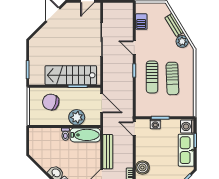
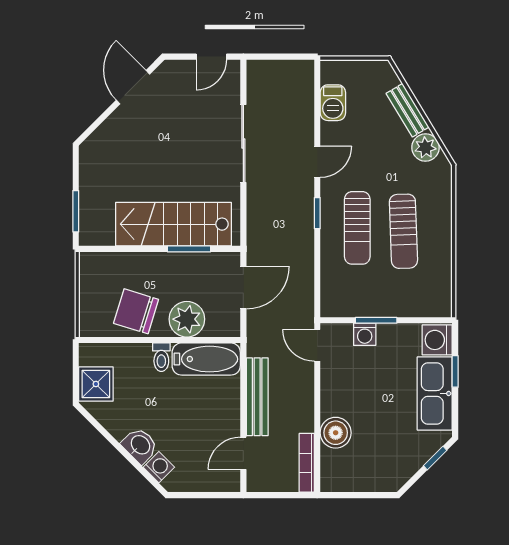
door: (134, 48) -> (317, 162), swing flipped
chair: (51, 102) -> (136, 311), moved
door: (102, 103) -> (243, 288), hinge flipped
shower: (36, 146) -> (96, 384), added

